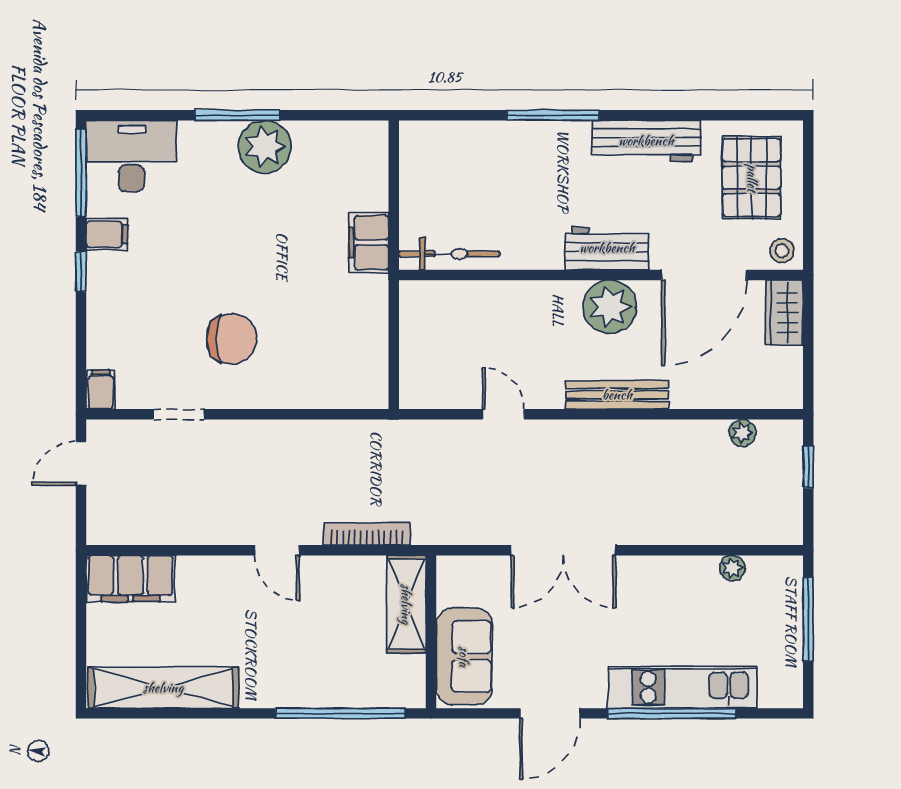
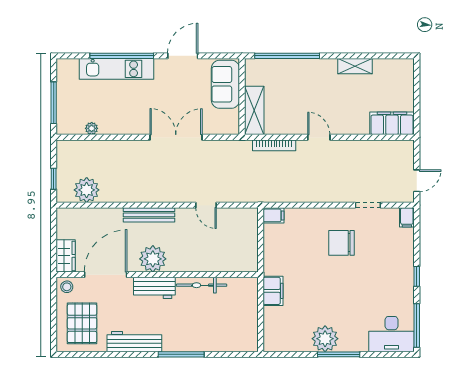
filing cabinet: (107, 234) -> (274, 215), moved, turned 180
bicycle: (449, 254) -> (202, 285), moved
plant: (742, 433) -> (87, 190), width x1.88, depth x1.88
shelving: (163, 688) -> (355, 66), width x0.45, depth x0.75

